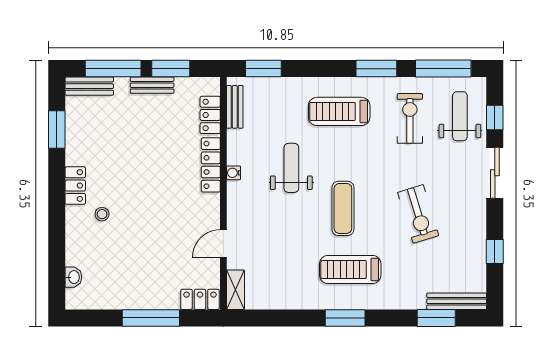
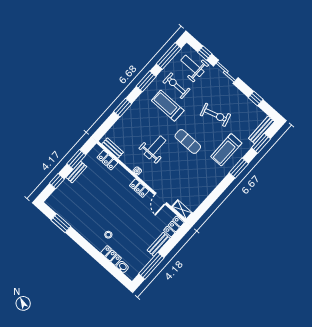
window: (113, 69) -> (57, 181), width x0.46
window: (263, 69) -> (123, 108), moved
bench: (89, 86) -> (159, 244), moved
treadmill: (339, 111) -> (168, 106), moved, turned 90
locker: (211, 165) -> (139, 188), moved, width x0.66
weight bench: (291, 168) -> (155, 147), turned 90
locker: (75, 186) -> (111, 255), moved
treadmill: (350, 270) -> (226, 150), moved
window: (151, 318) -> (151, 266), moved
window: (345, 318) -> (239, 168), moved

